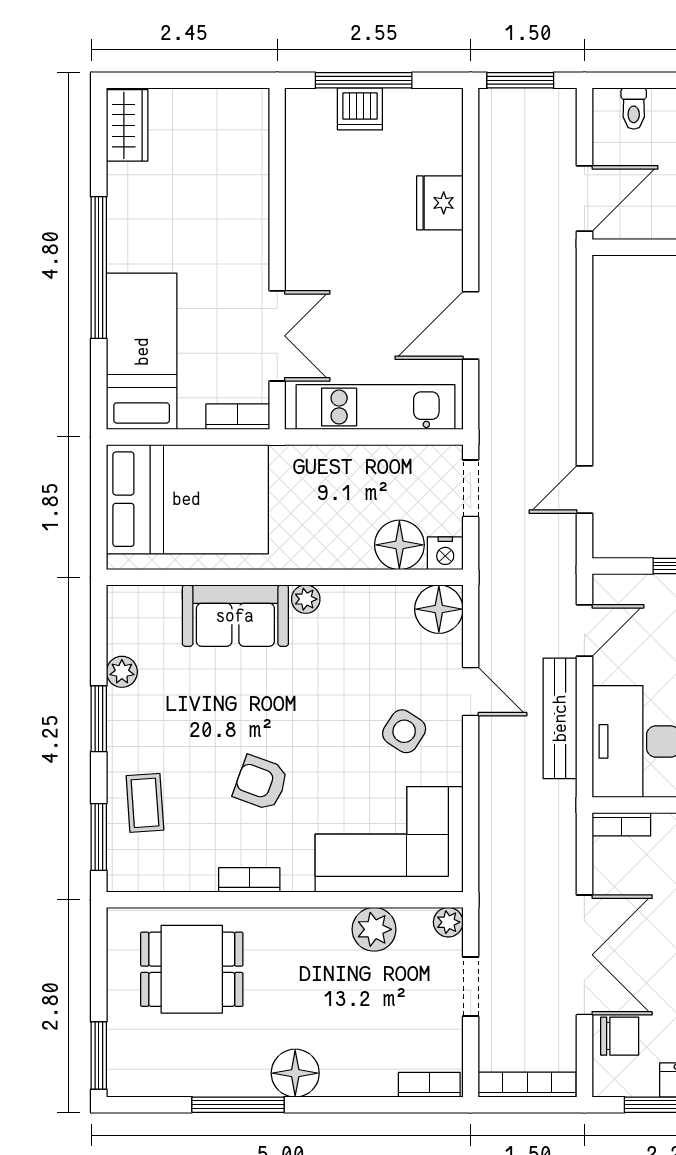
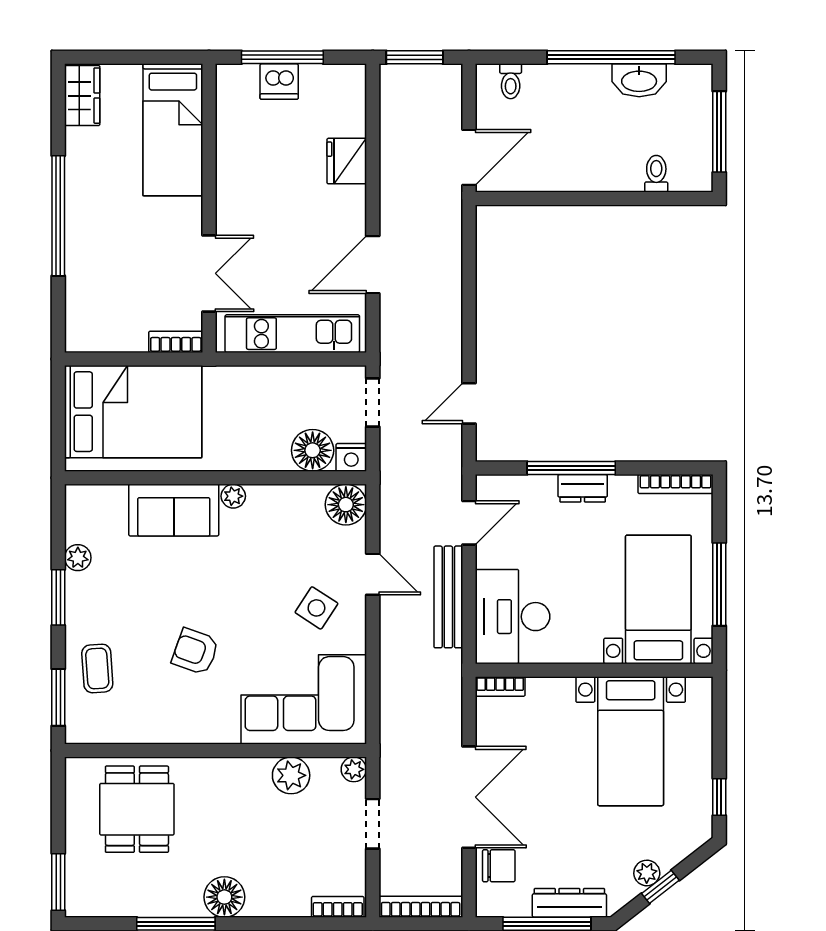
bed: (142, 351) -> (173, 130), moved, turned 180
bookcase: (249, 880) -> (186, 734), removed
dining table: (192, 969) -> (137, 809), turned 90

